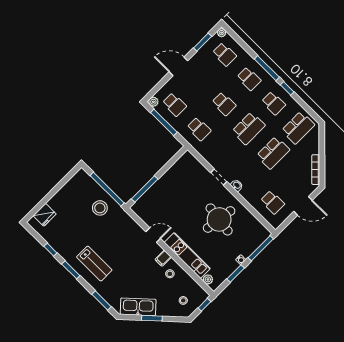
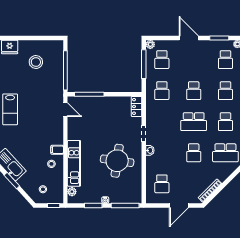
school desk: (273, 153) -> (194, 153), width x0.54
locker: (192, 161) -> (137, 106), added
door: (303, 206) -> (179, 205), hinge flipped
stool: (100, 208) -> (36, 62), moved
door: (153, 235) -> (65, 110), moved

